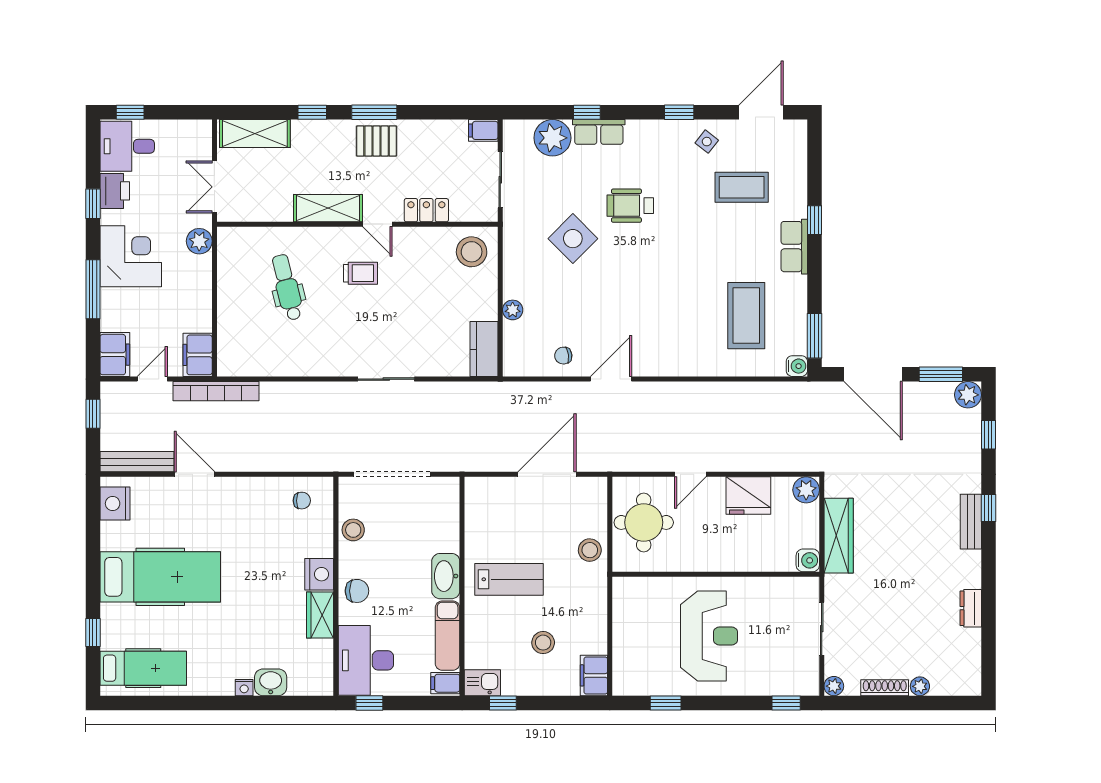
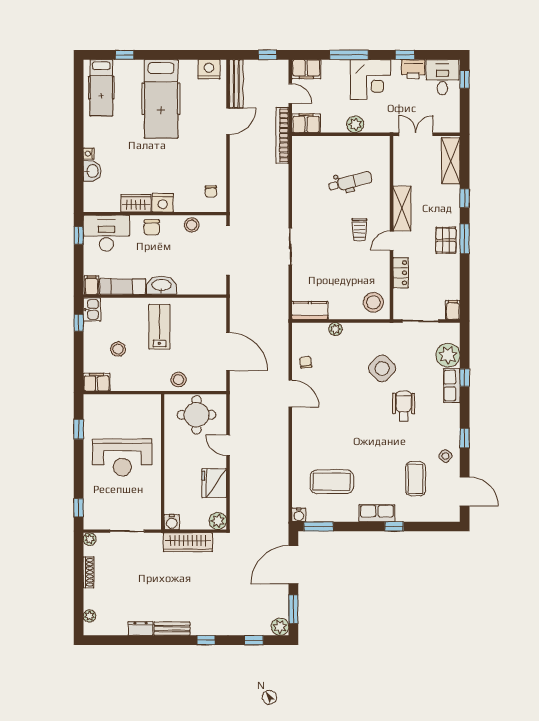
plant: (199, 241) -> (355, 124), moved
bench: (971, 522) -> (172, 629), moved
lab bench: (509, 579) -> (159, 327), turned 180
plant: (920, 686) -> (89, 616), moved

